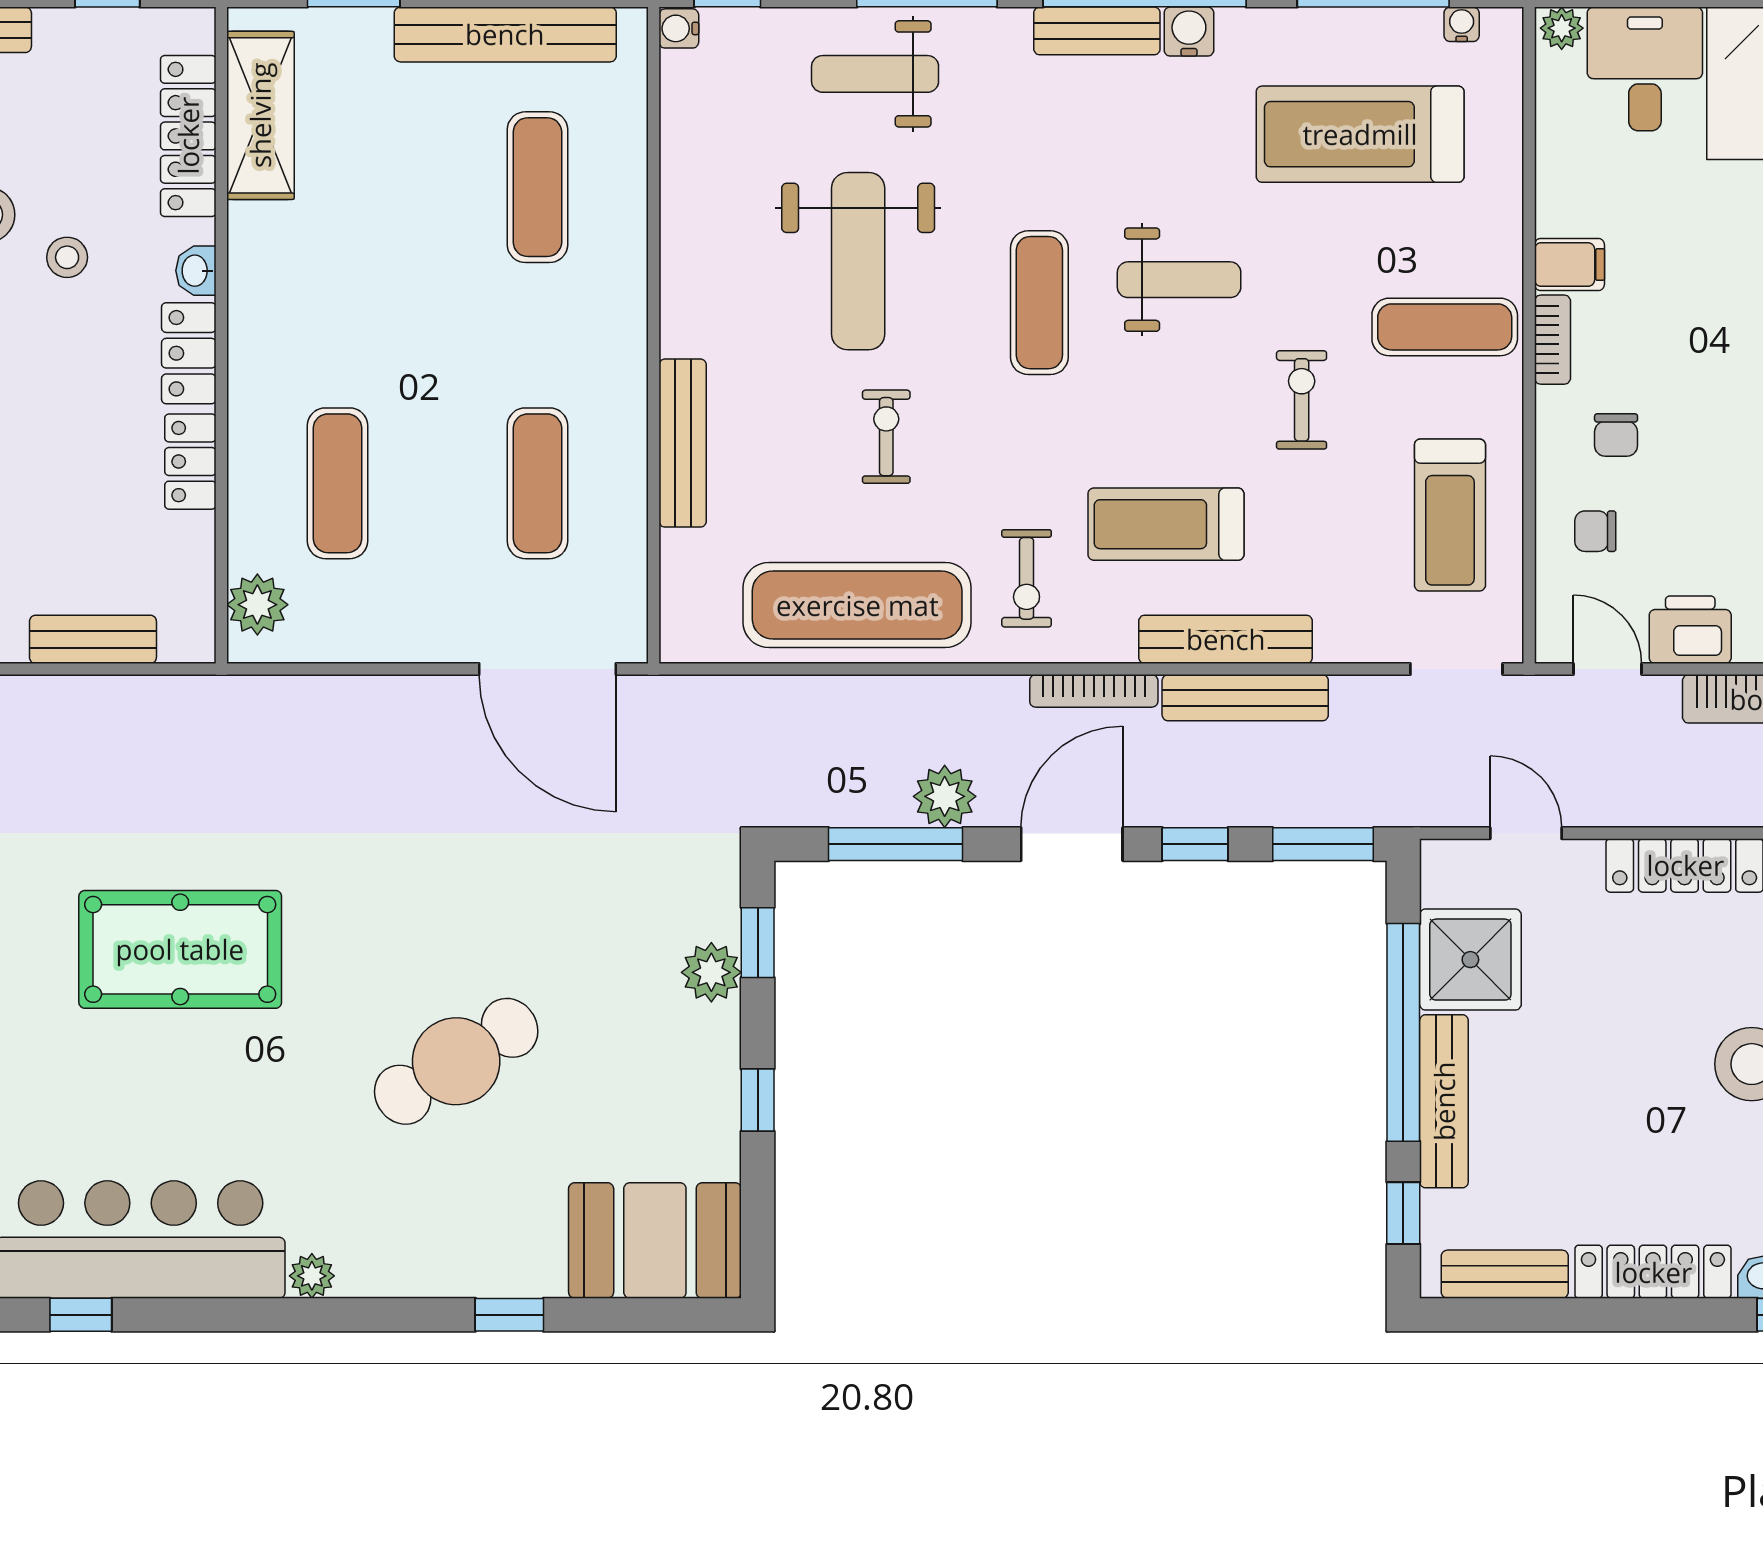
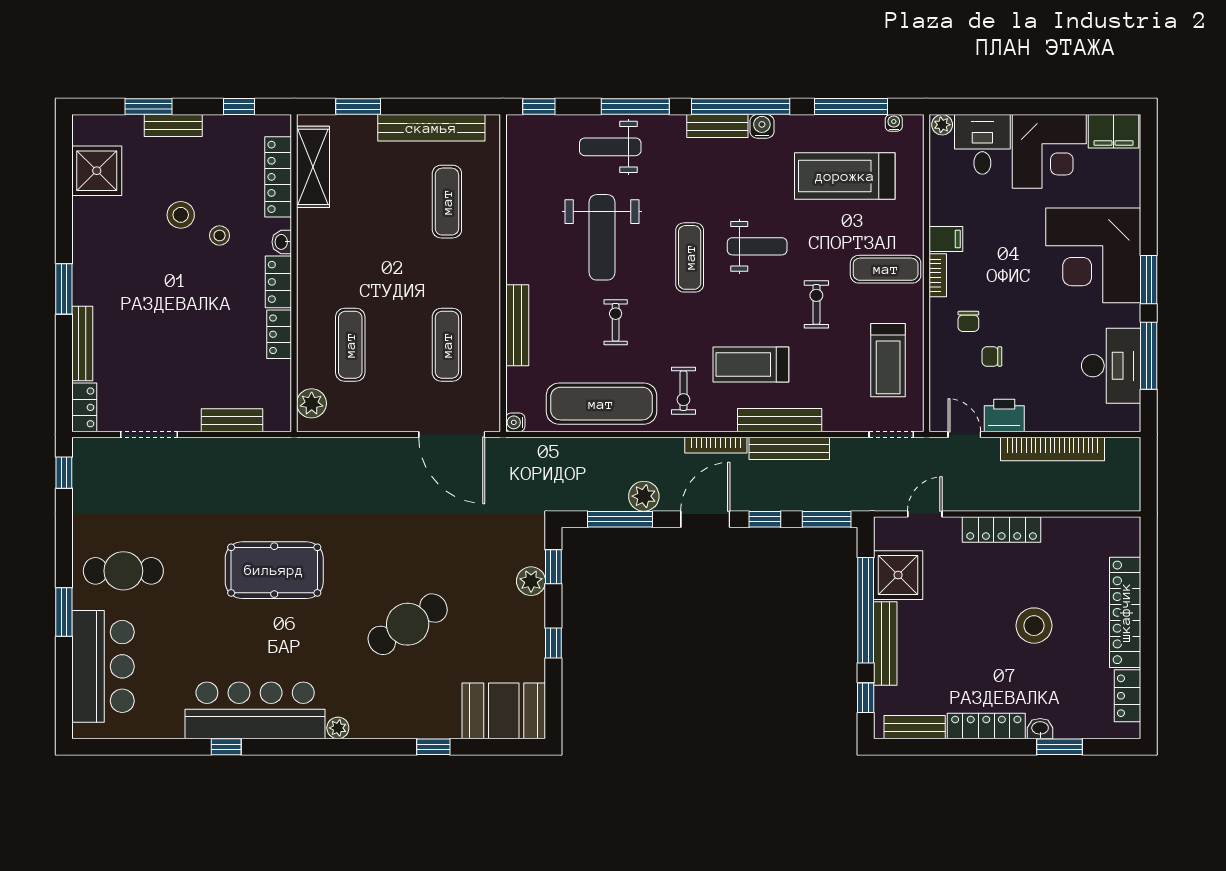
water cooler: (679, 28) -> (515, 422), moved
chair: (1595, 531) -> (992, 356), moved
door: (1526, 833) -> (925, 514), hinge flipped

